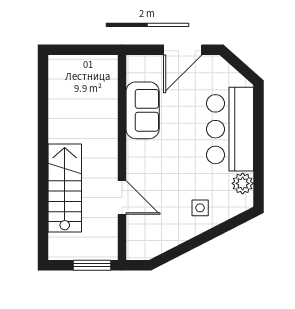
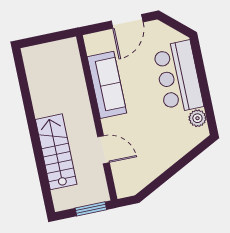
sofa: (143, 110) -> (107, 85), width x1.36
side table: (200, 208) -> (168, 145), removed

